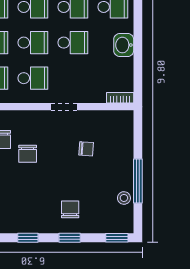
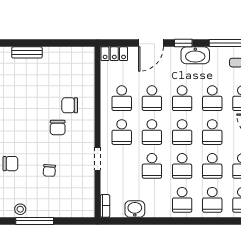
washbasin: (124, 45) -> (135, 209), moved
chair: (86, 149) -> (49, 171), moved
chair: (28, 154) -> (58, 128), turned -90

